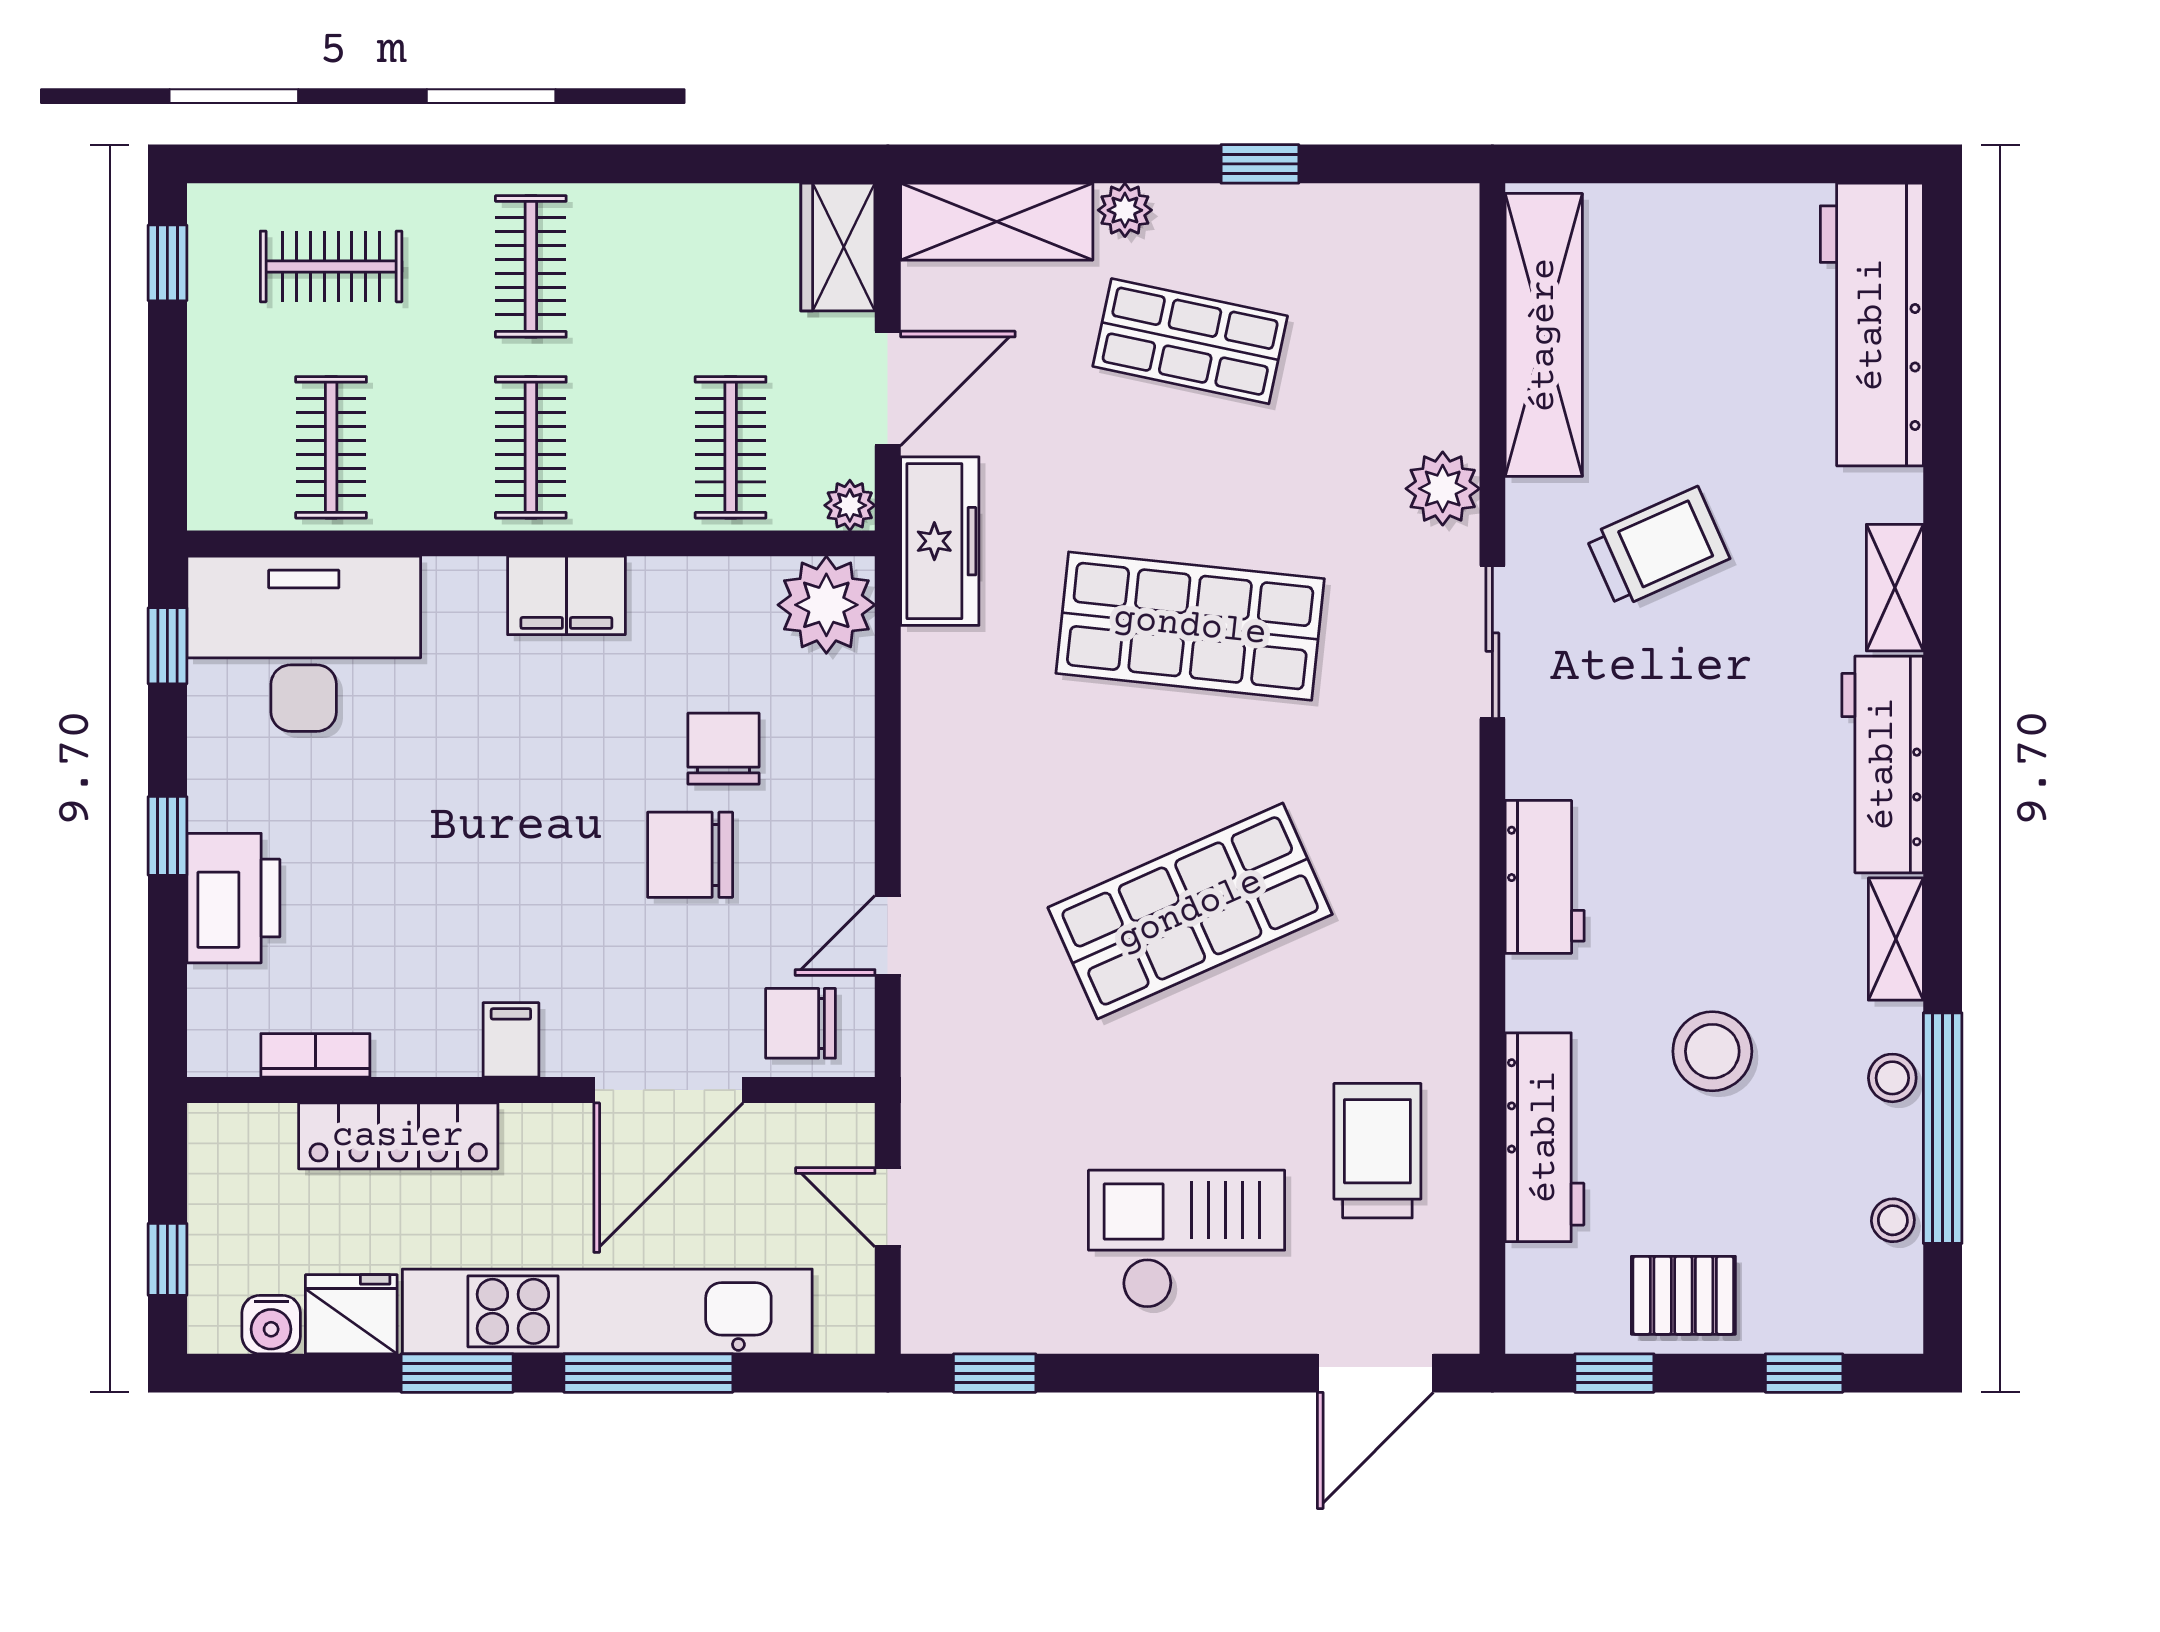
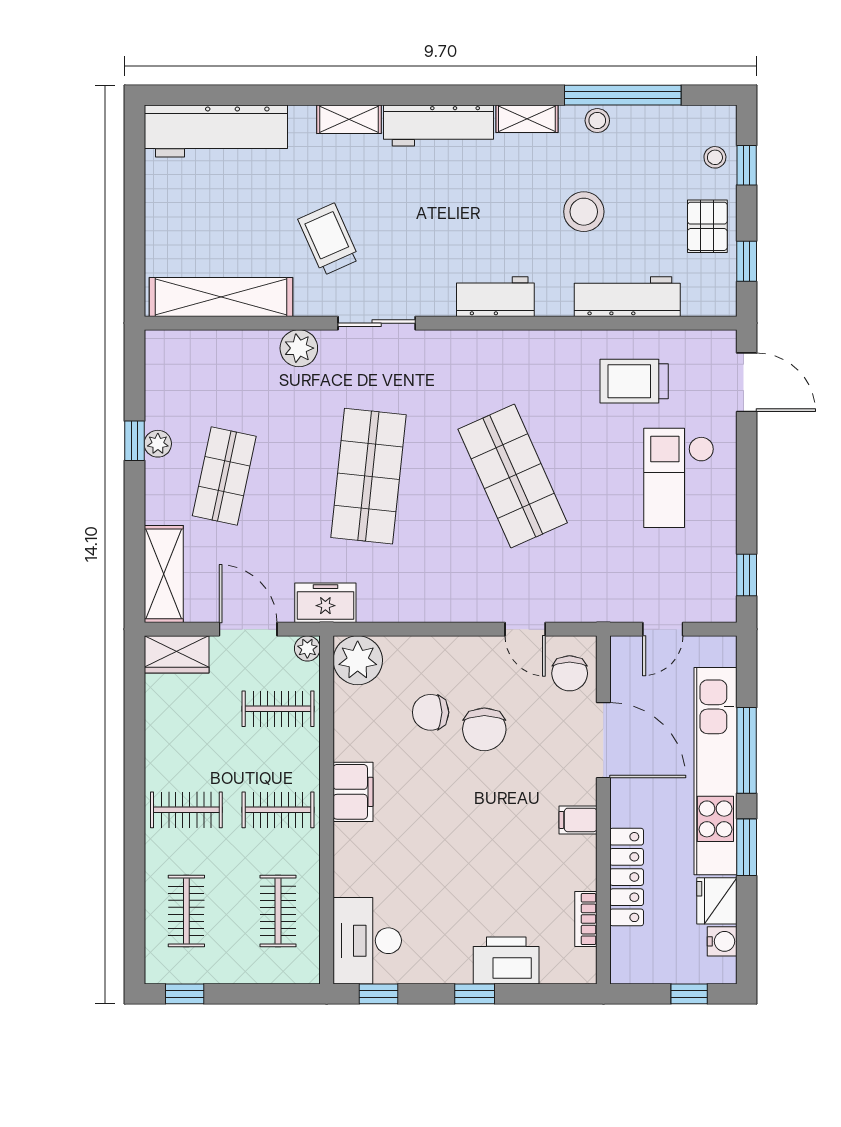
plant: (1125, 210) -> (158, 444), moved
clothes rail: (331, 447) -> (278, 911), turned 90
freezer: (940, 541) -> (325, 603), width x0.71
desk: (304, 644) -> (367, 941), width x0.73, depth x0.77
stool: (1893, 1220) -> (715, 157), moved

